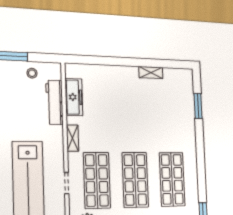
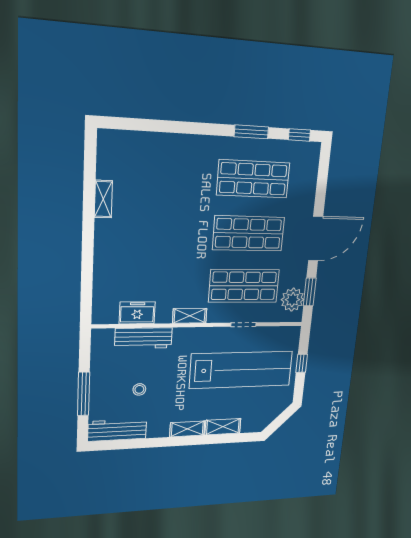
stool: (32, 73) -> (139, 389), moved
freezer: (74, 97) -> (137, 313), width x0.71
window: (198, 106) -> (251, 132), moved

